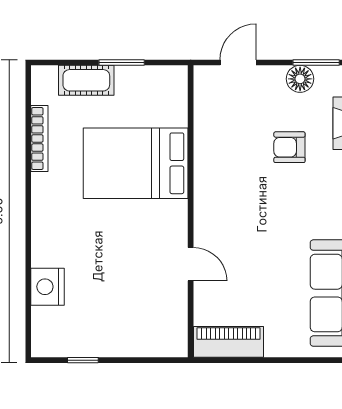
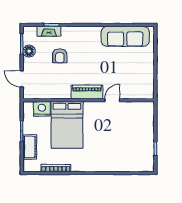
nightstand: (48, 287) -> (42, 109), moved, turned 180
piano: (229, 342) -> (87, 92), moved, turned 90

